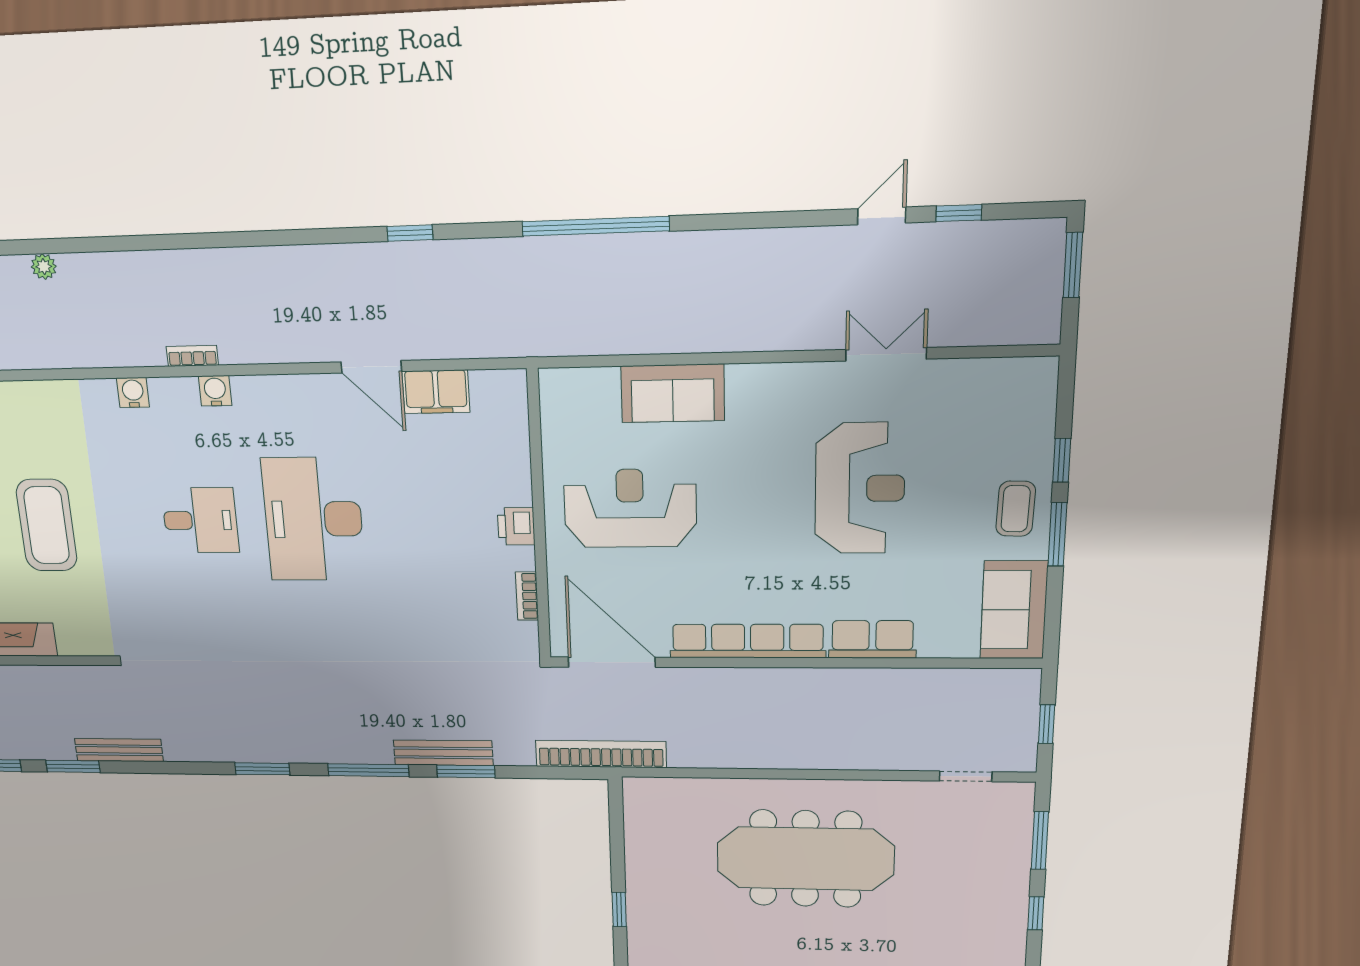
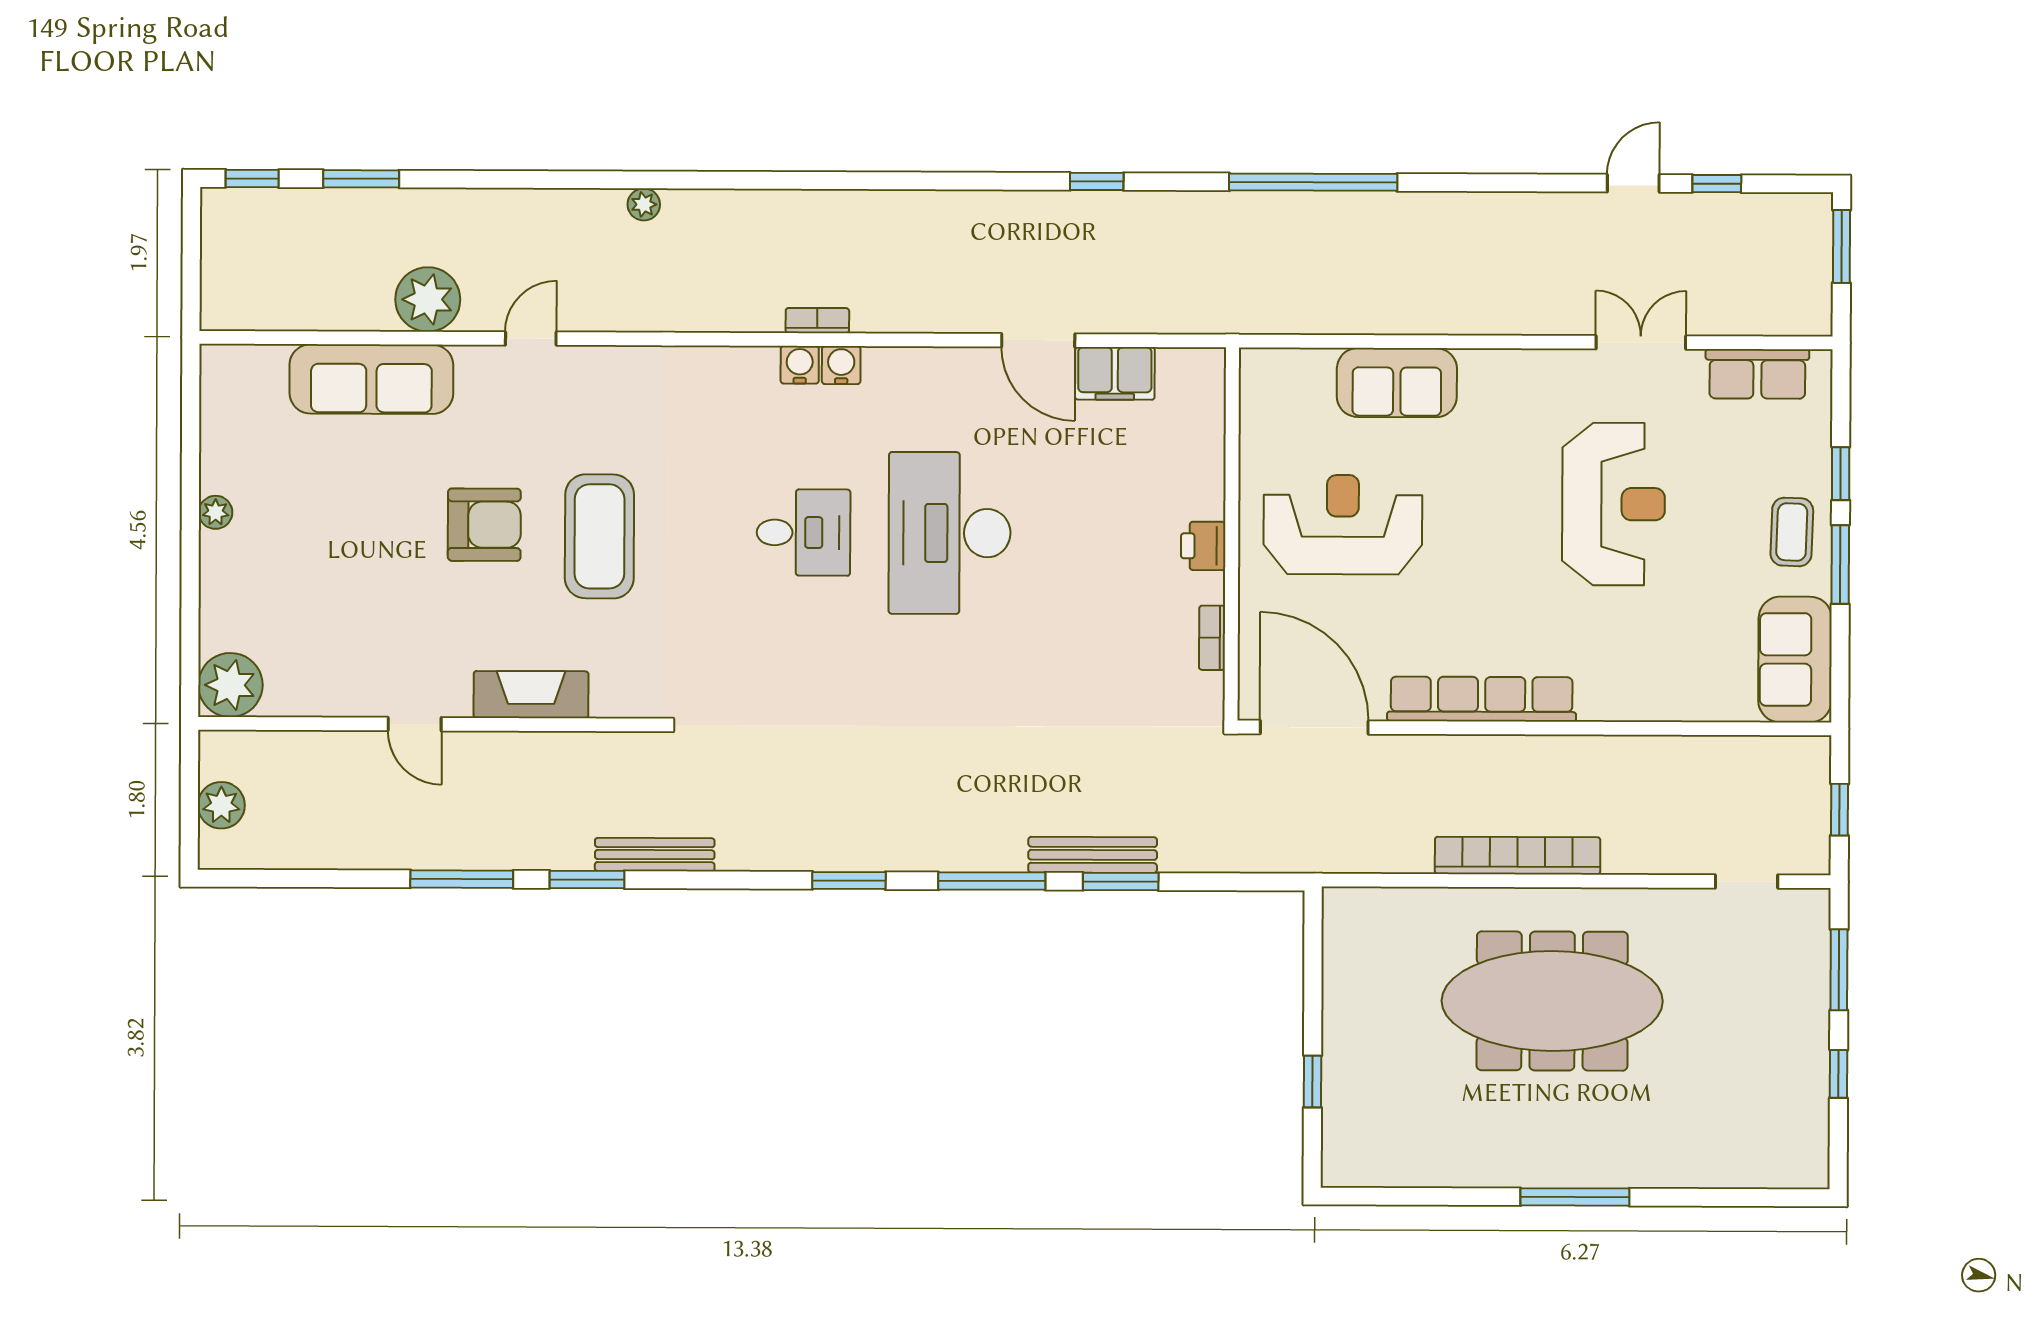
water cooler: (133, 392) -> (800, 365), moved
row of seats: (872, 639) -> (1757, 374), moved, turned 180
bookcase: (601, 754) -> (1518, 856), moved

